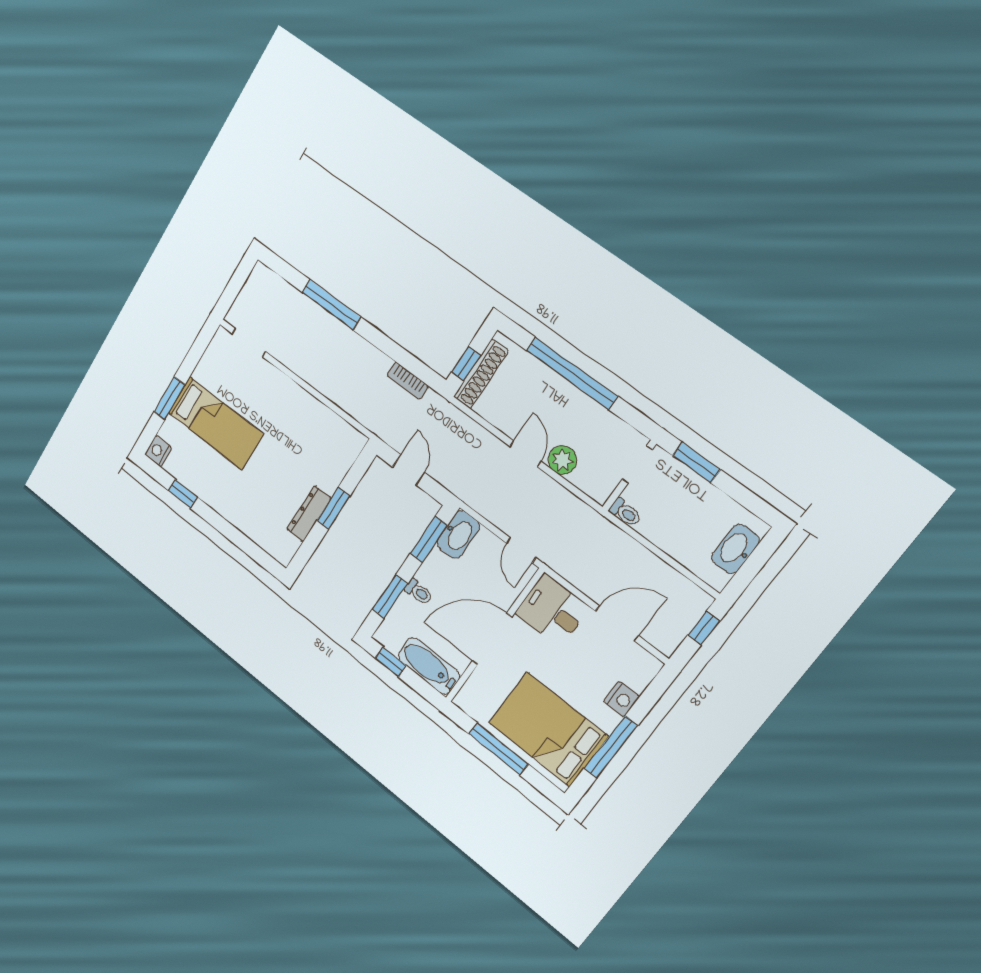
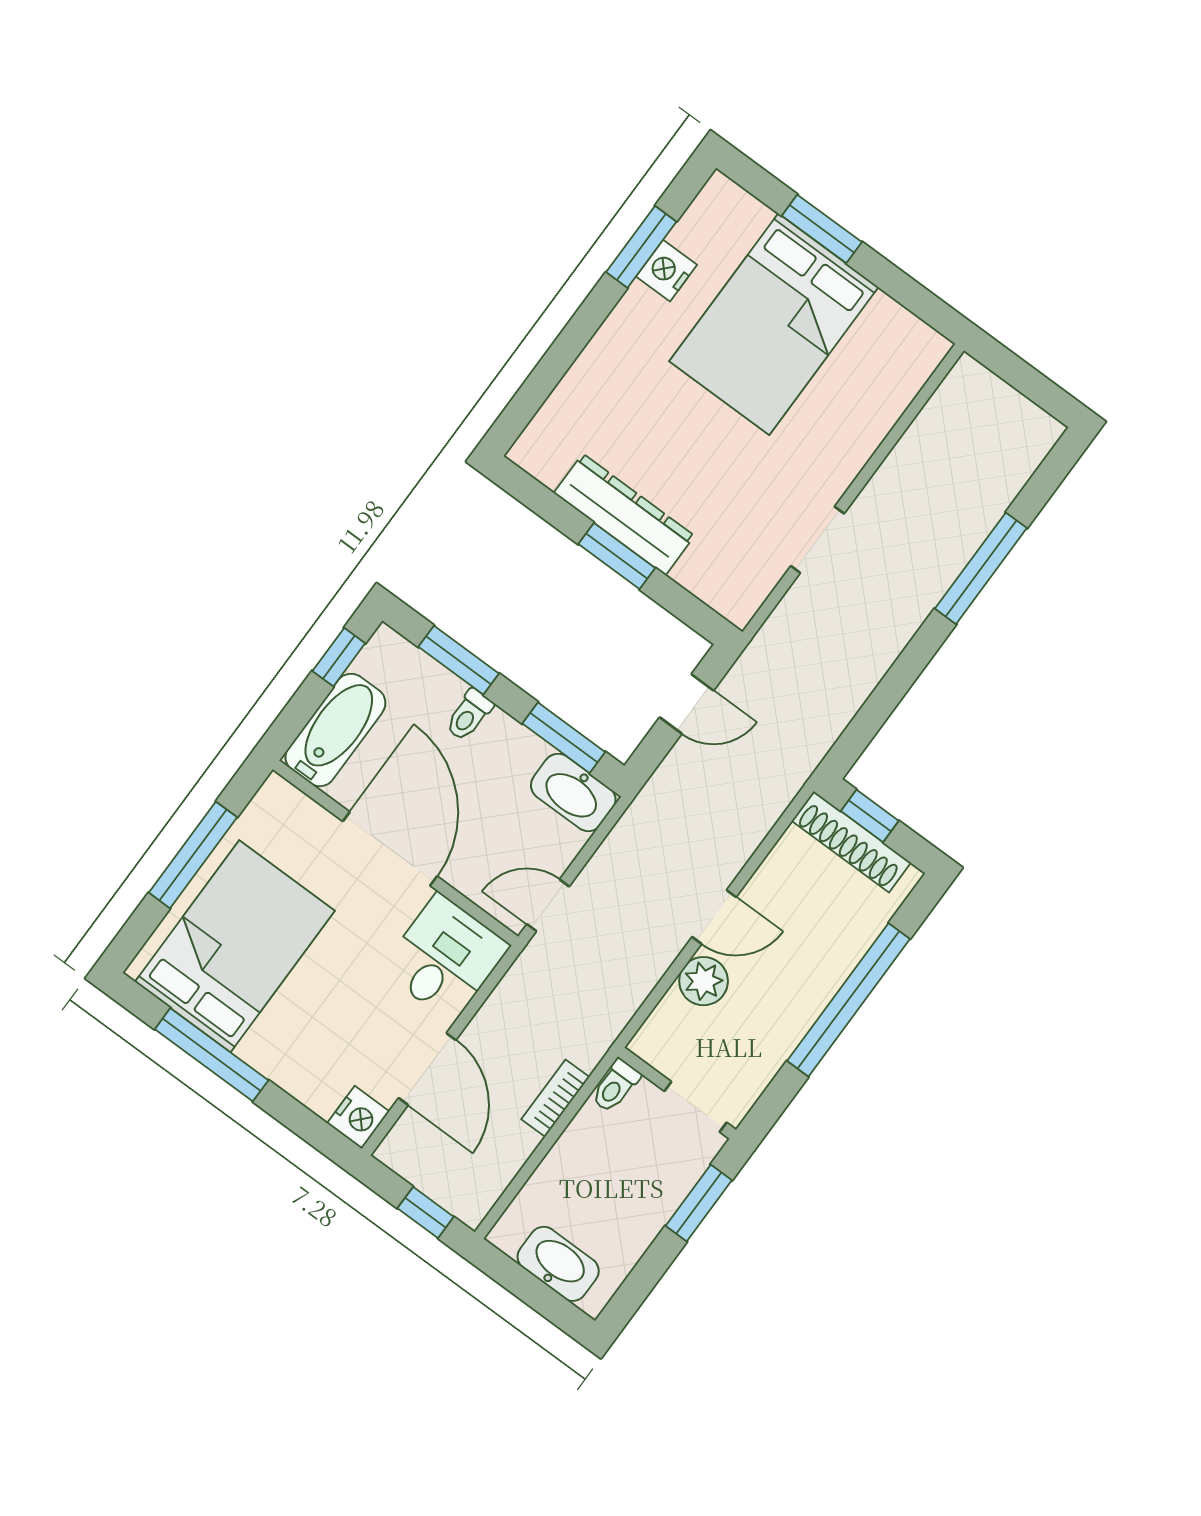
doorway: (249, 343) -> (817, 540), moved
bookcase: (408, 381) -> (555, 1098), moved
bed: (216, 423) -> (774, 324), width x1.50
nightstand: (158, 451) -> (666, 271), moved, turned -90
window: (183, 494) -> (641, 247), width x1.50
dresser: (309, 514) -> (624, 514), width x1.37, depth x1.24
nightstand: (621, 699) -> (358, 1117), moved, turned -90

